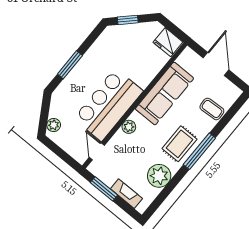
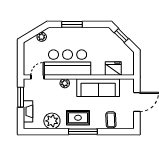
fridge: (168, 42) -> (113, 68), moved, turned 90
plant: (54, 125) -> (42, 37), moved

